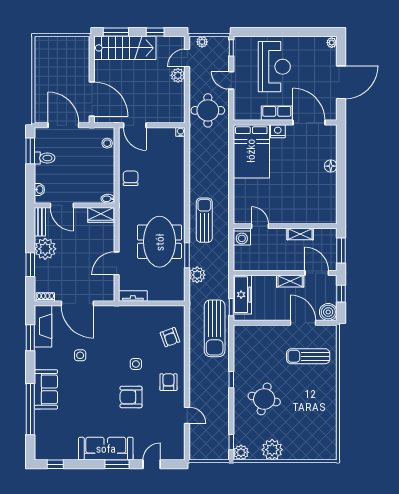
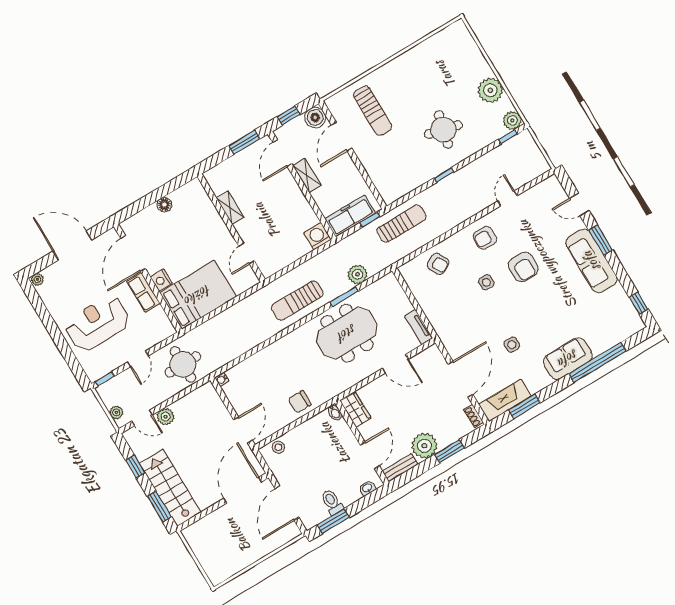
door: (260, 226) -> (247, 254), moved
wall: (285, 226) -> (231, 228), moved
shelving: (300, 234) -> (230, 208), moved
washing machine: (242, 237) -> (318, 236), moved, turned -90
sun lounger: (215, 328) -> (402, 224), width x0.73, depth x0.75
armchair: (170, 337) -> (438, 264), turned 82

